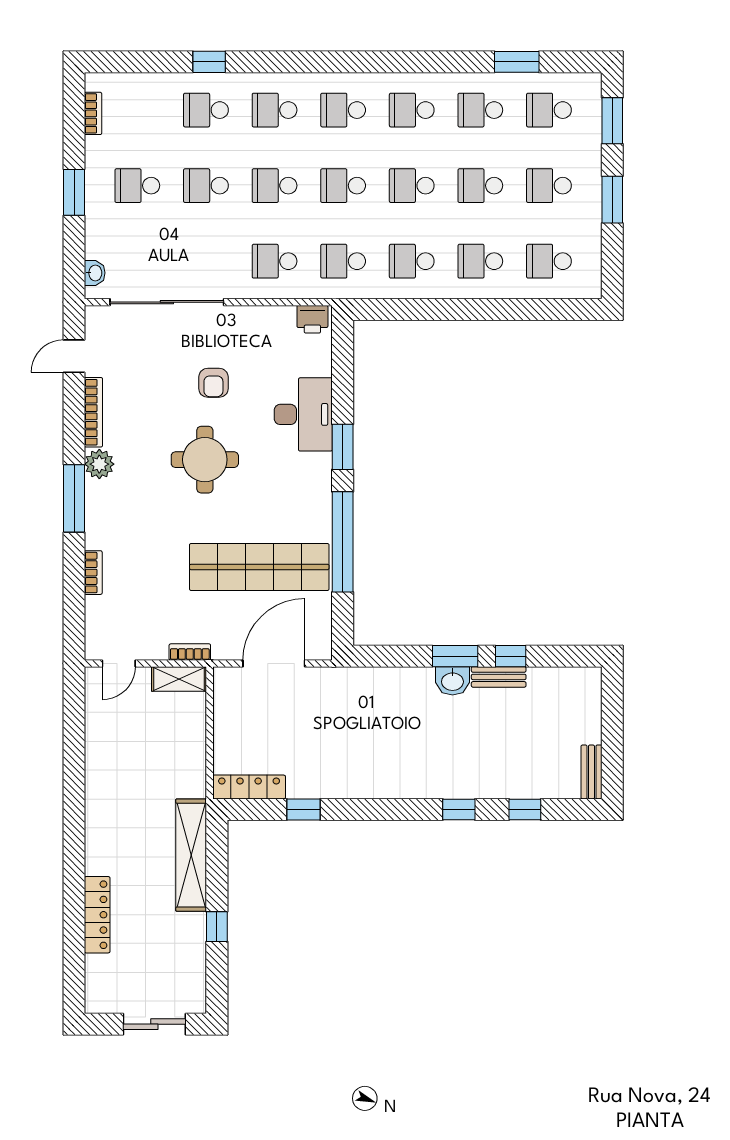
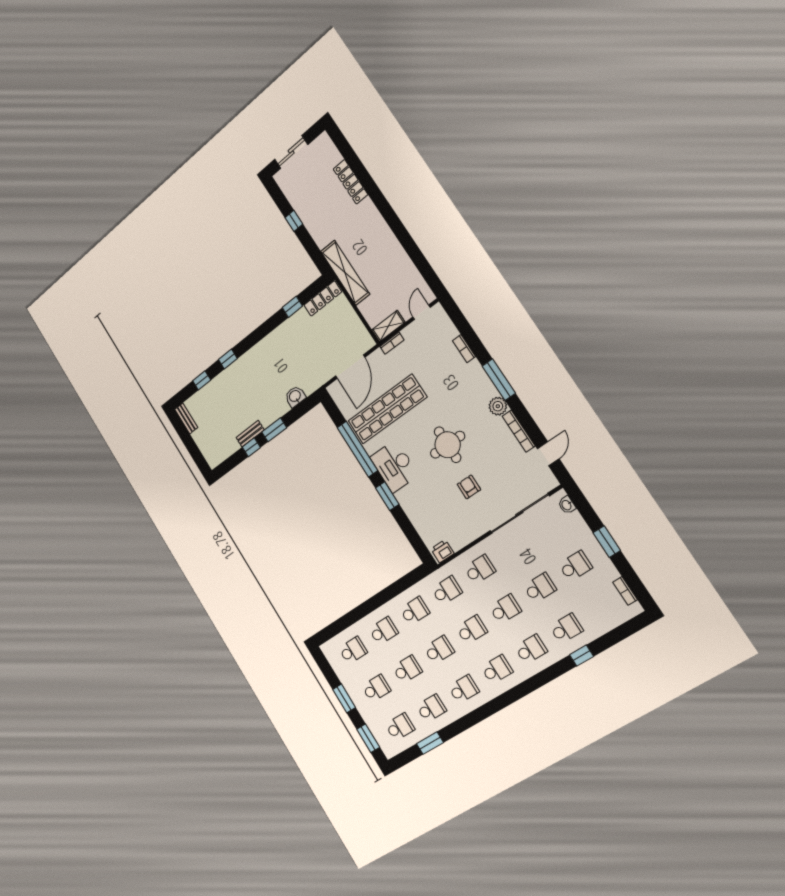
desk: (303, 414) -> (394, 466), moved
washbasin: (452, 681) -> (295, 396), moved
shelving: (191, 855) -> (345, 273), moved

